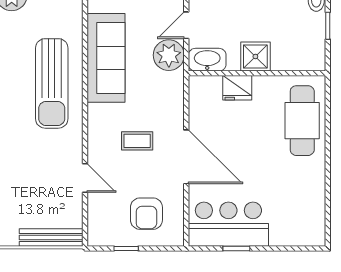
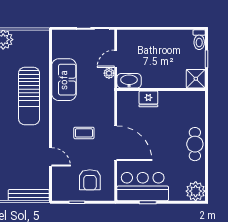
plant: (169, 55) -> (109, 73), width x0.53, depth x0.53
shower: (255, 57) -> (196, 79), moved
sofa: (106, 58) -> (64, 80), width x0.73
cafe table: (302, 121) -> (195, 144), moved, width x0.73, depth x0.74
plant: (311, 231) -> (196, 191), added

